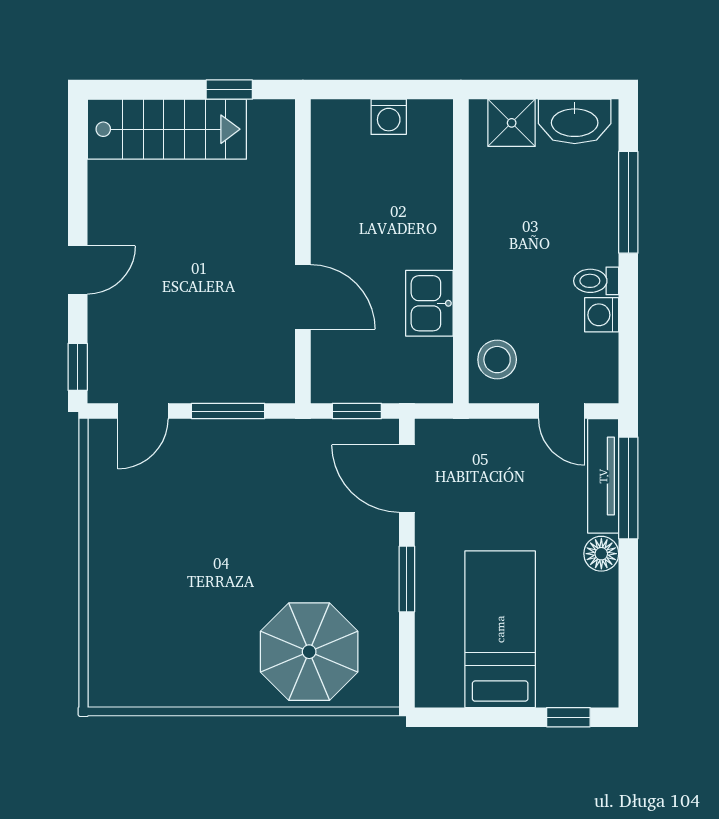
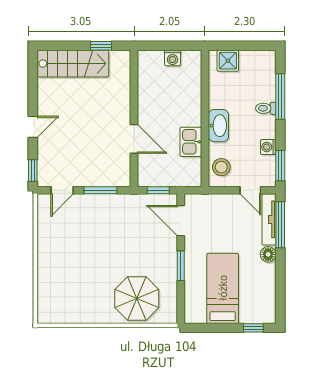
washbasin: (575, 121) -> (218, 126), moved, turned -90
toilet: (596, 281) -> (266, 108), moved
window: (628, 356) -> (280, 166), added

